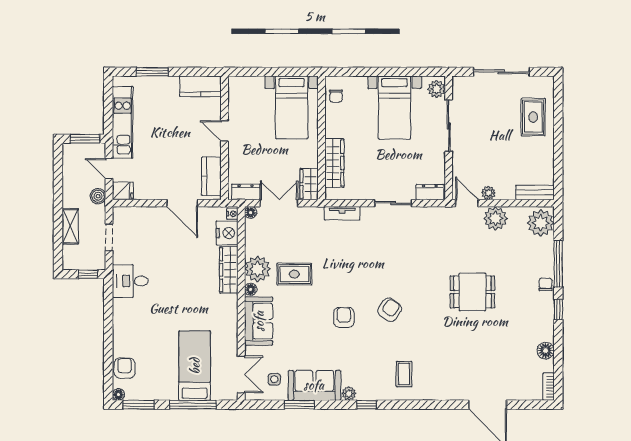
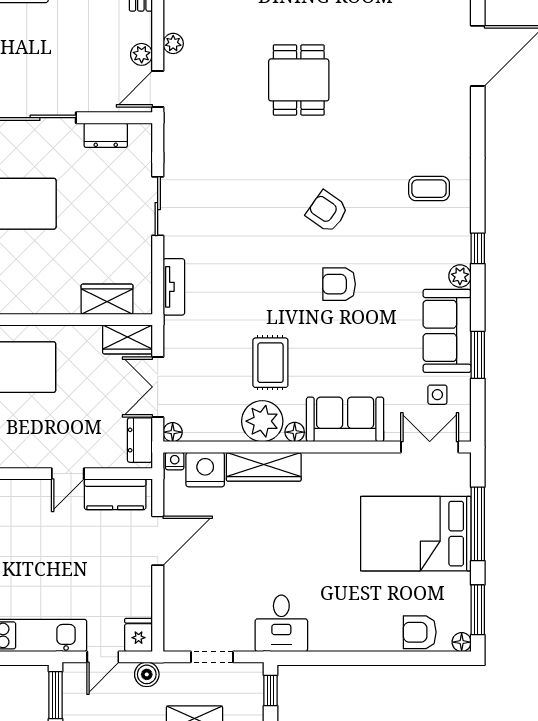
door: (224, 131) -> (68, 474), moved
wardrobe: (334, 163) -> (107, 299), width x0.67
dresser: (430, 192) -> (106, 135), moved, turned -90
plant: (495, 218) -> (173, 43), width x0.53, depth x0.53
bed: (195, 366) -> (416, 534), width x1.50

